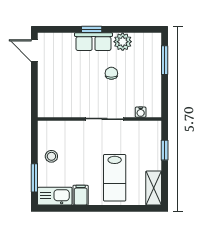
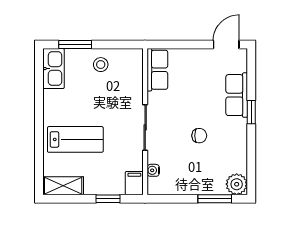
row of seats: (93, 42) -> (237, 95), moved
plant: (123, 42) -> (237, 184), moved
row of seats: (56, 109) -> (157, 70), added
lab bench: (115, 178) -> (75, 139), turned 180
filing cabinet: (81, 195) -> (134, 183), moved, turned -90

